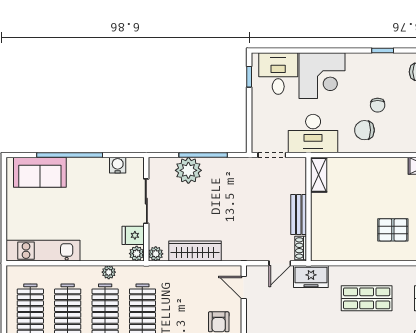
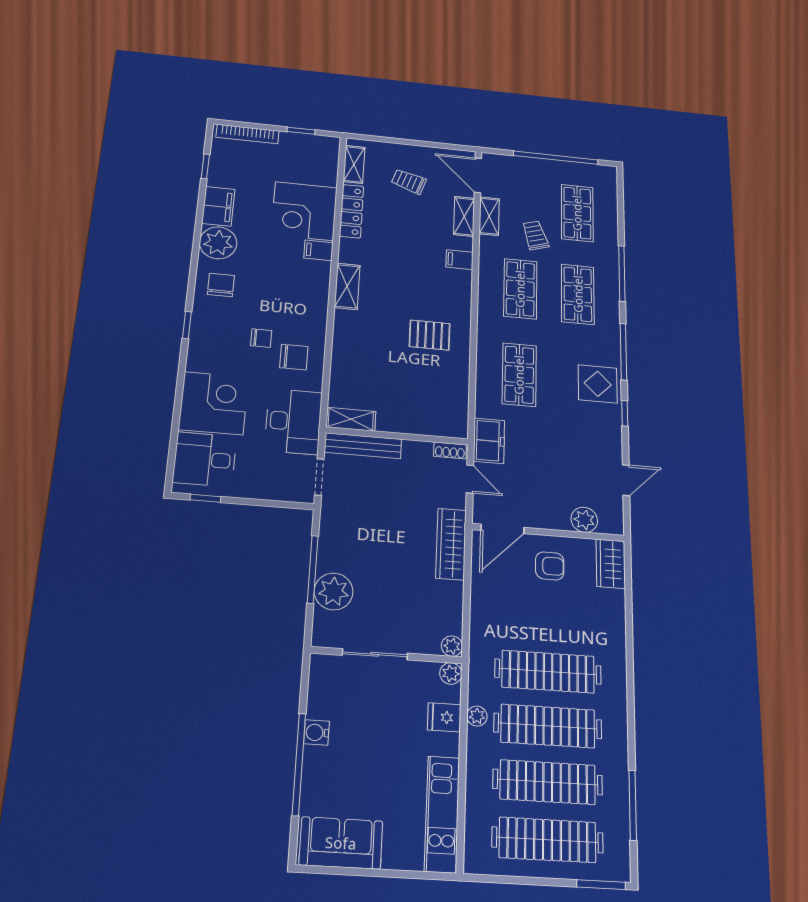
chair: (364, 130) -> (294, 357), turned -90
water cooler: (118, 165) -> (316, 732), moved
sofa: (40, 172) -> (341, 843), moved, turned -90
bench: (299, 215) -> (363, 446), moved, width x1.36
pallet: (393, 230) -> (430, 335), turned 90
fridge: (133, 235) -> (444, 717), moved, turned 90
wardrobe: (195, 251) -> (451, 544), moved
door: (244, 288) -> (502, 529), width x1.38

